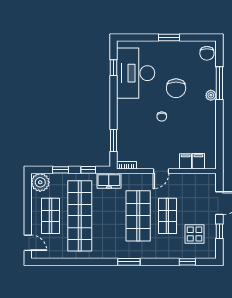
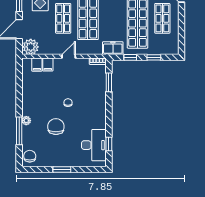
desk: (136, 73) -> (94, 145), width x0.73, depth x0.77
plant: (40, 182) -> (31, 47), moved

